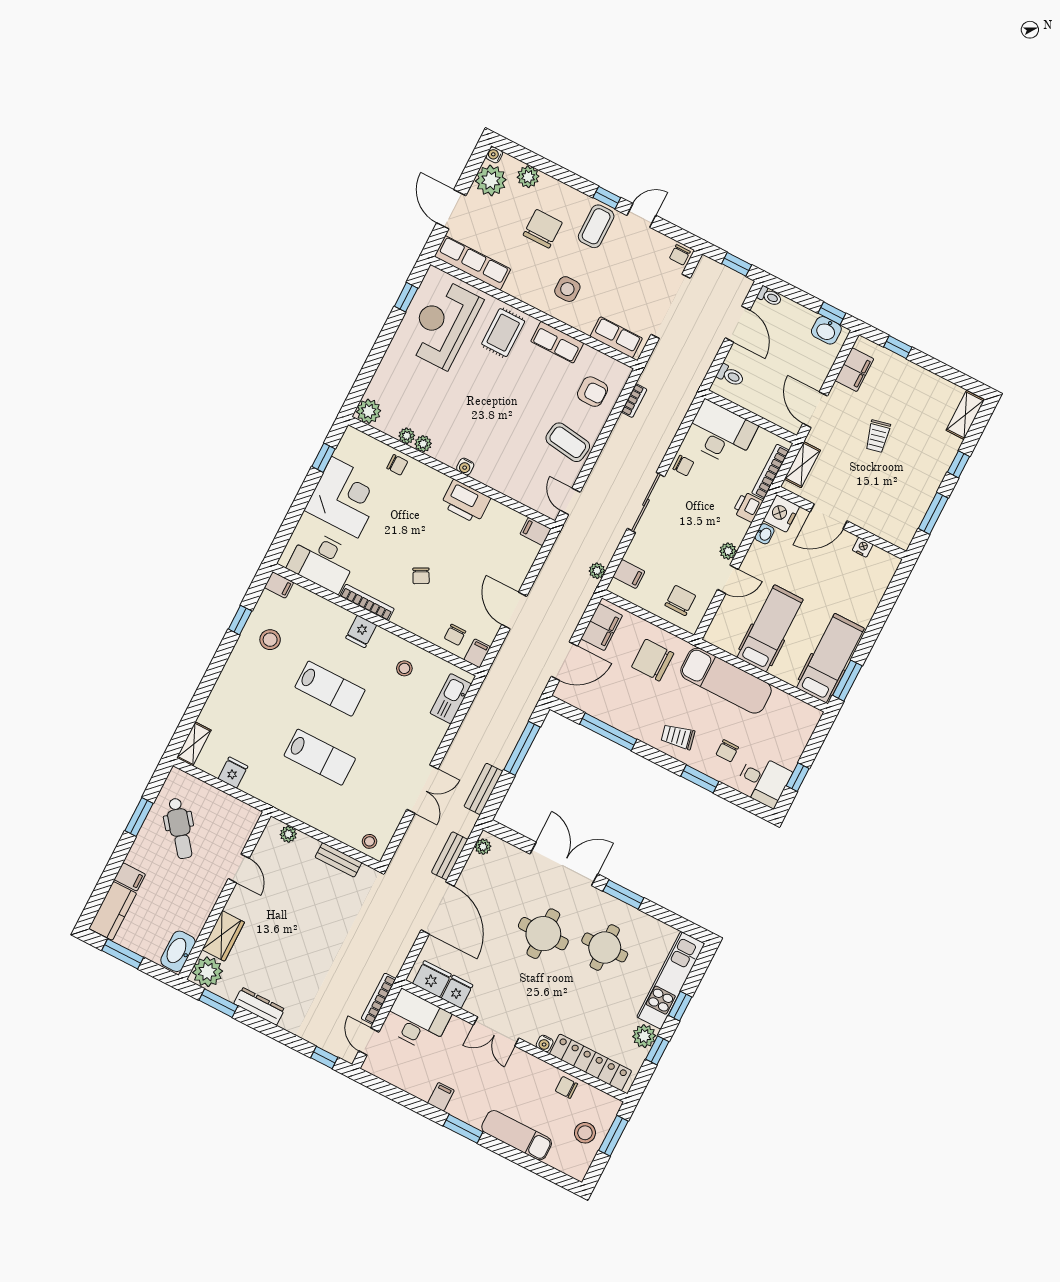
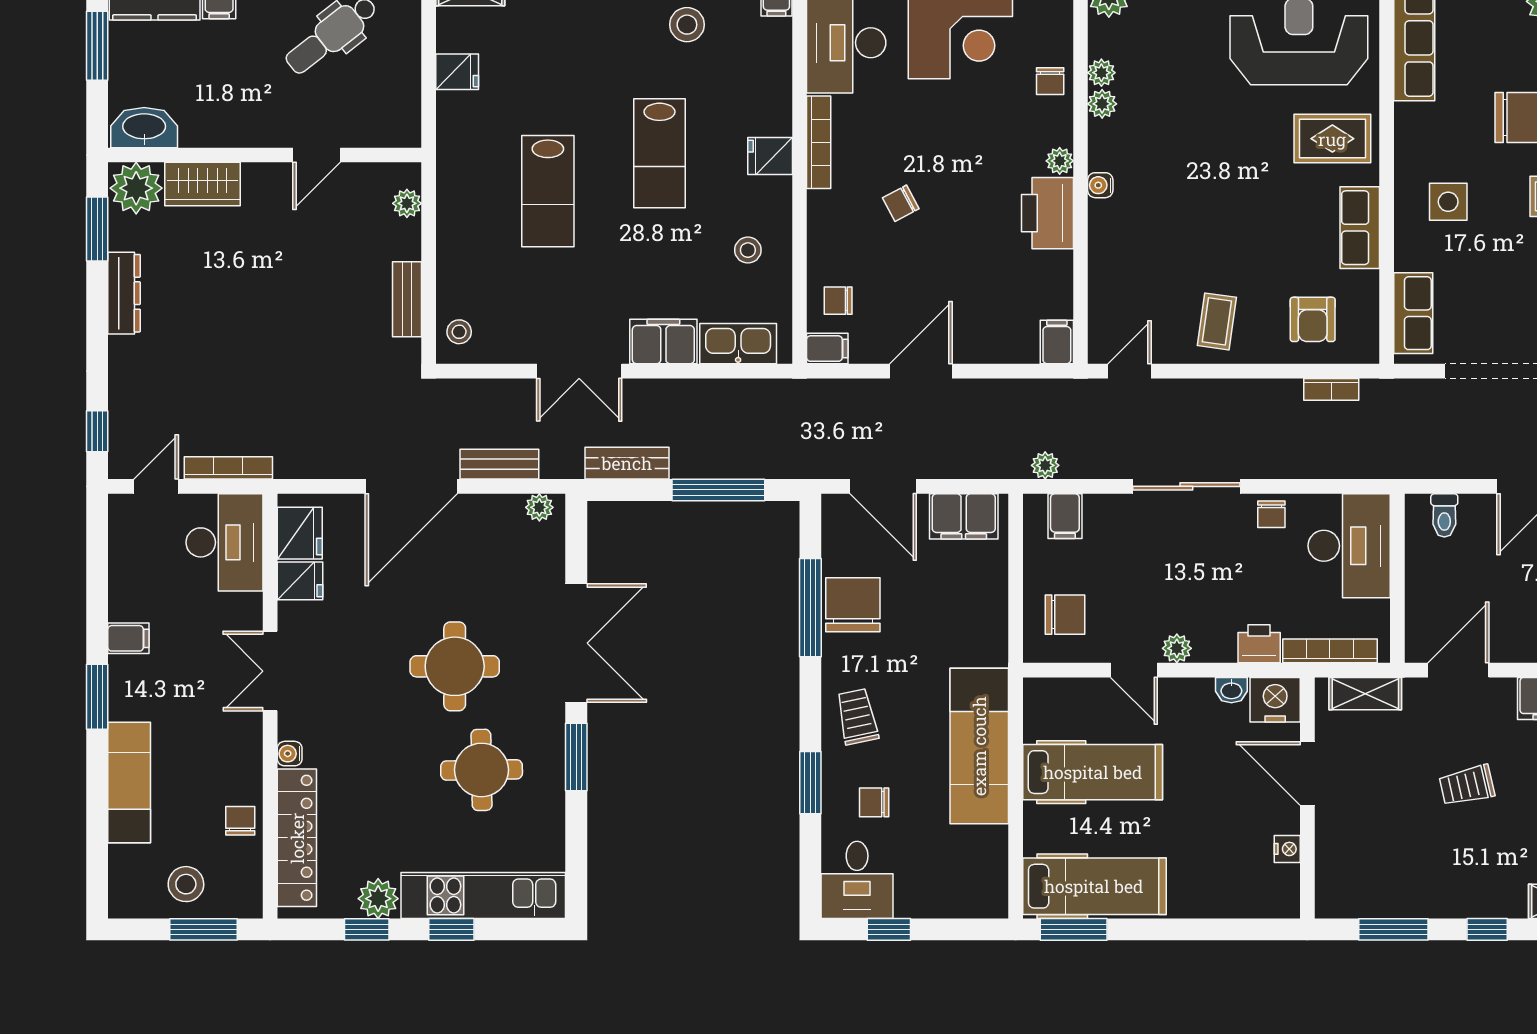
coffee table: (568, 442) -> (1217, 321), width x0.73, depth x0.77
plant: (442, 481) -> (1060, 161), added
chair: (653, 660) -> (853, 605), moved
filing cabinet: (430, 737) -> (663, 342), added

